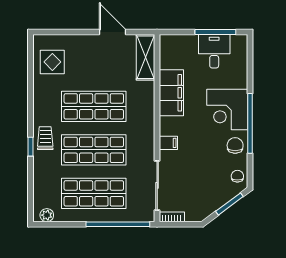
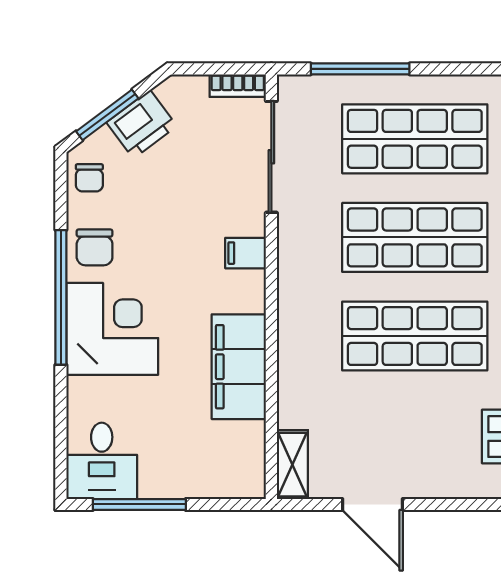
desk: (214, 51) -> (102, 461), moved
shelving: (146, 57) -> (292, 465), width x0.67, depth x0.75
printer: (214, 200) -> (142, 124), added
window: (118, 224) -> (360, 69), width x0.68

